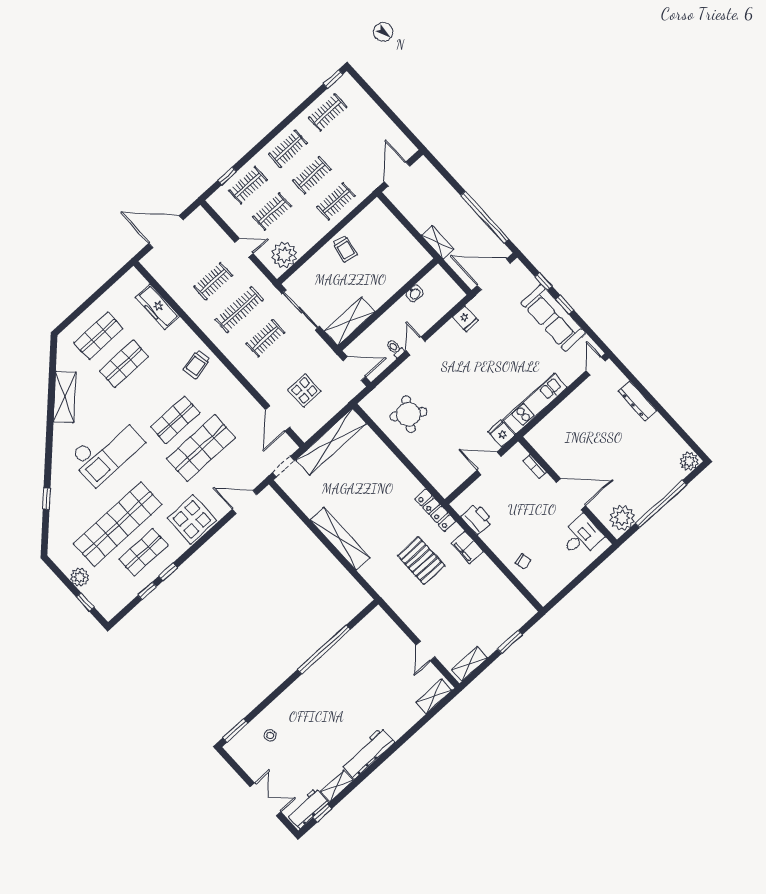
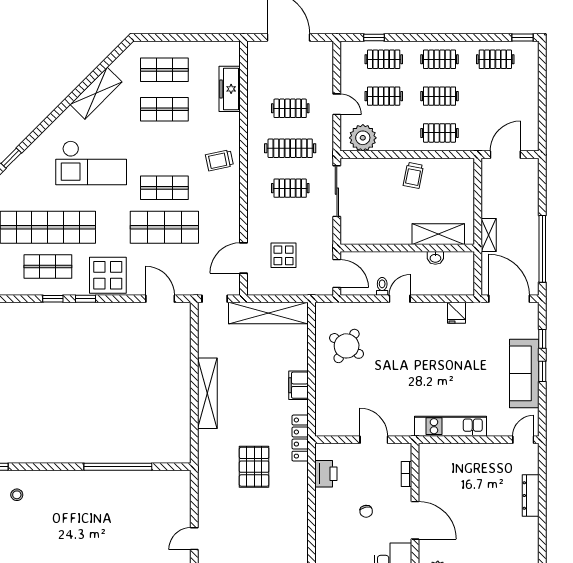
shelving: (350, 321) -> (438, 234), moved
fridge: (501, 433) -> (404, 425), removed
filing cabinet: (467, 547) -> (298, 385), moved
chair: (523, 562) -> (366, 511), moved
window: (147, 591) -> (85, 299), moved

